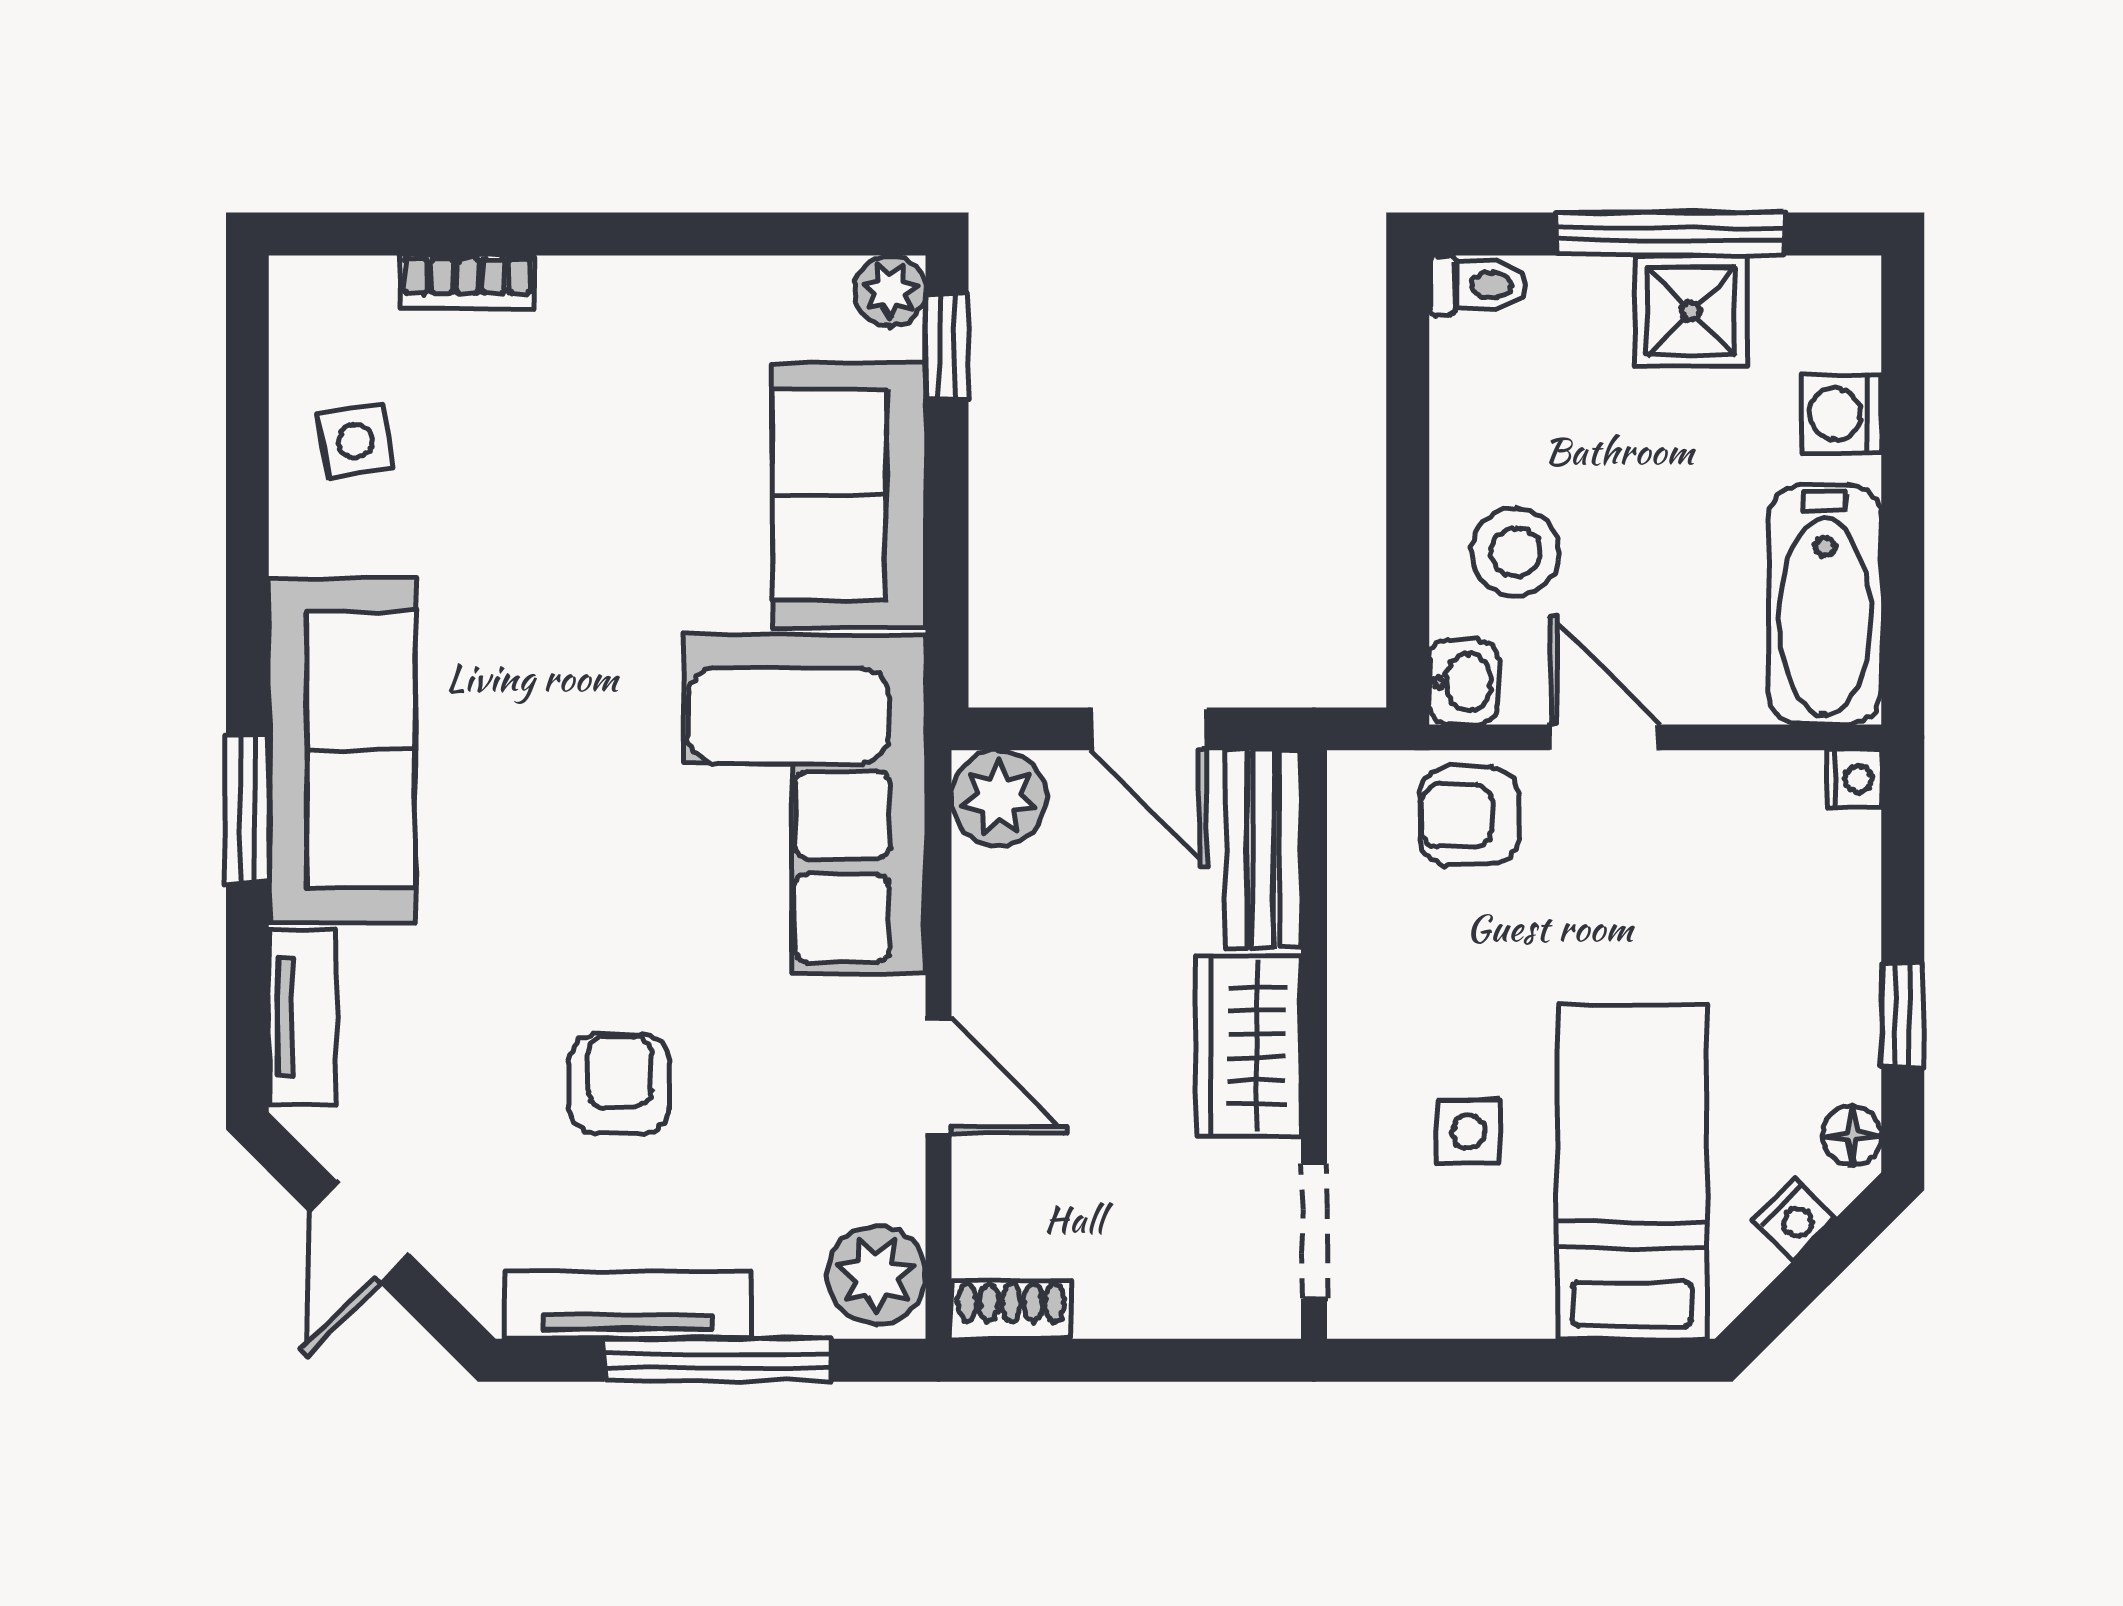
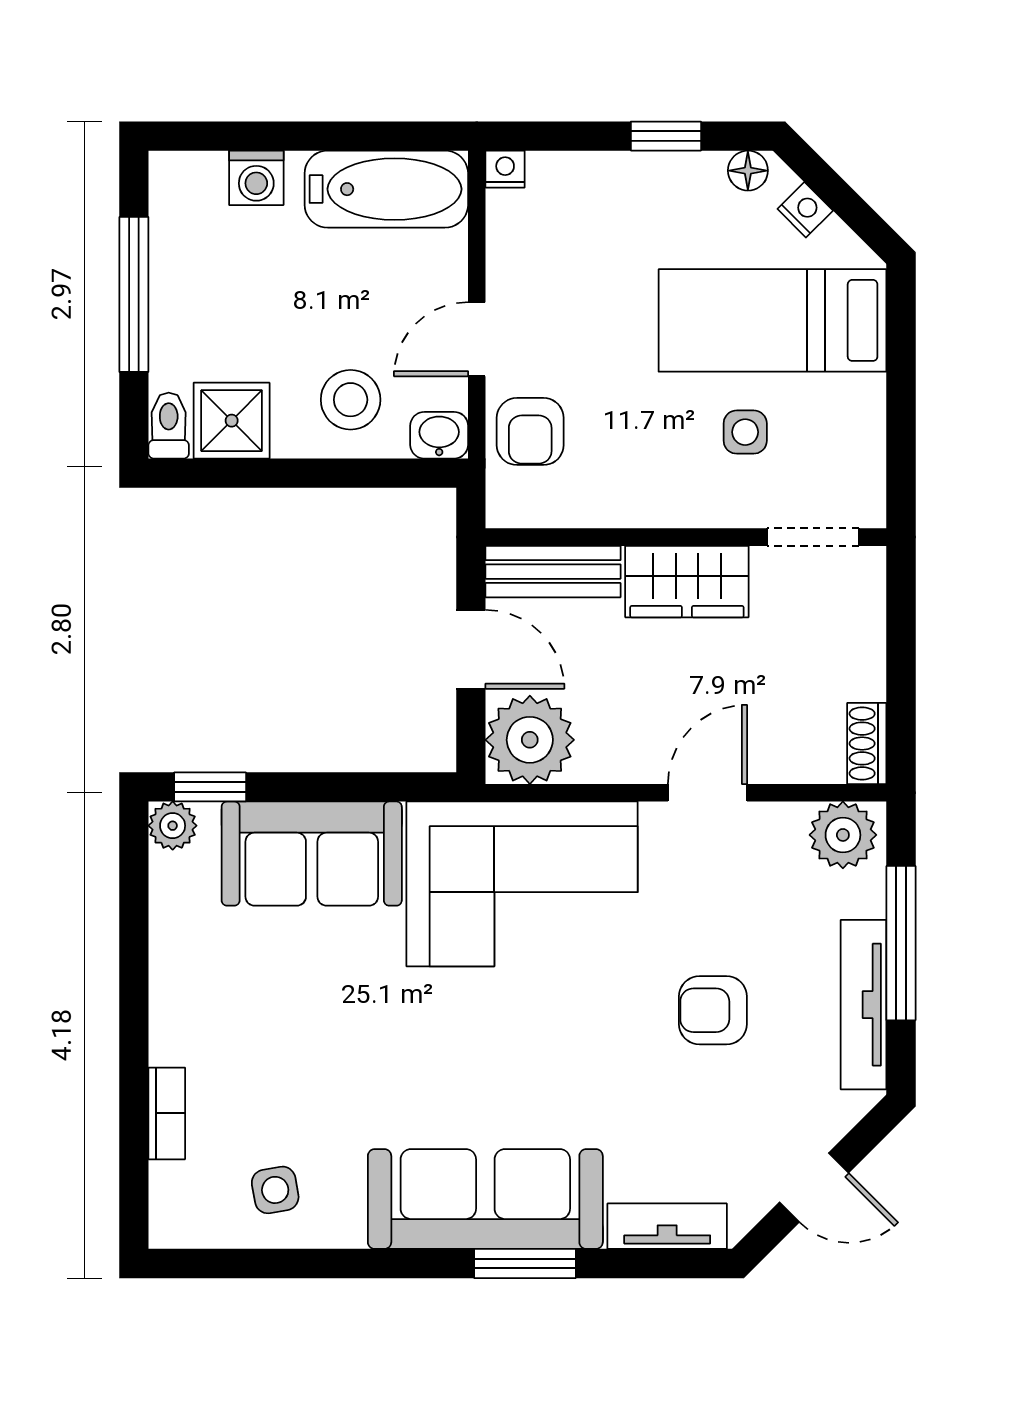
shower: (1691, 311) -> (232, 421), moved
door: (1149, 729) -> (471, 649), hinge flipped
plant: (999, 798) -> (530, 740), width x1.36, depth x1.36

